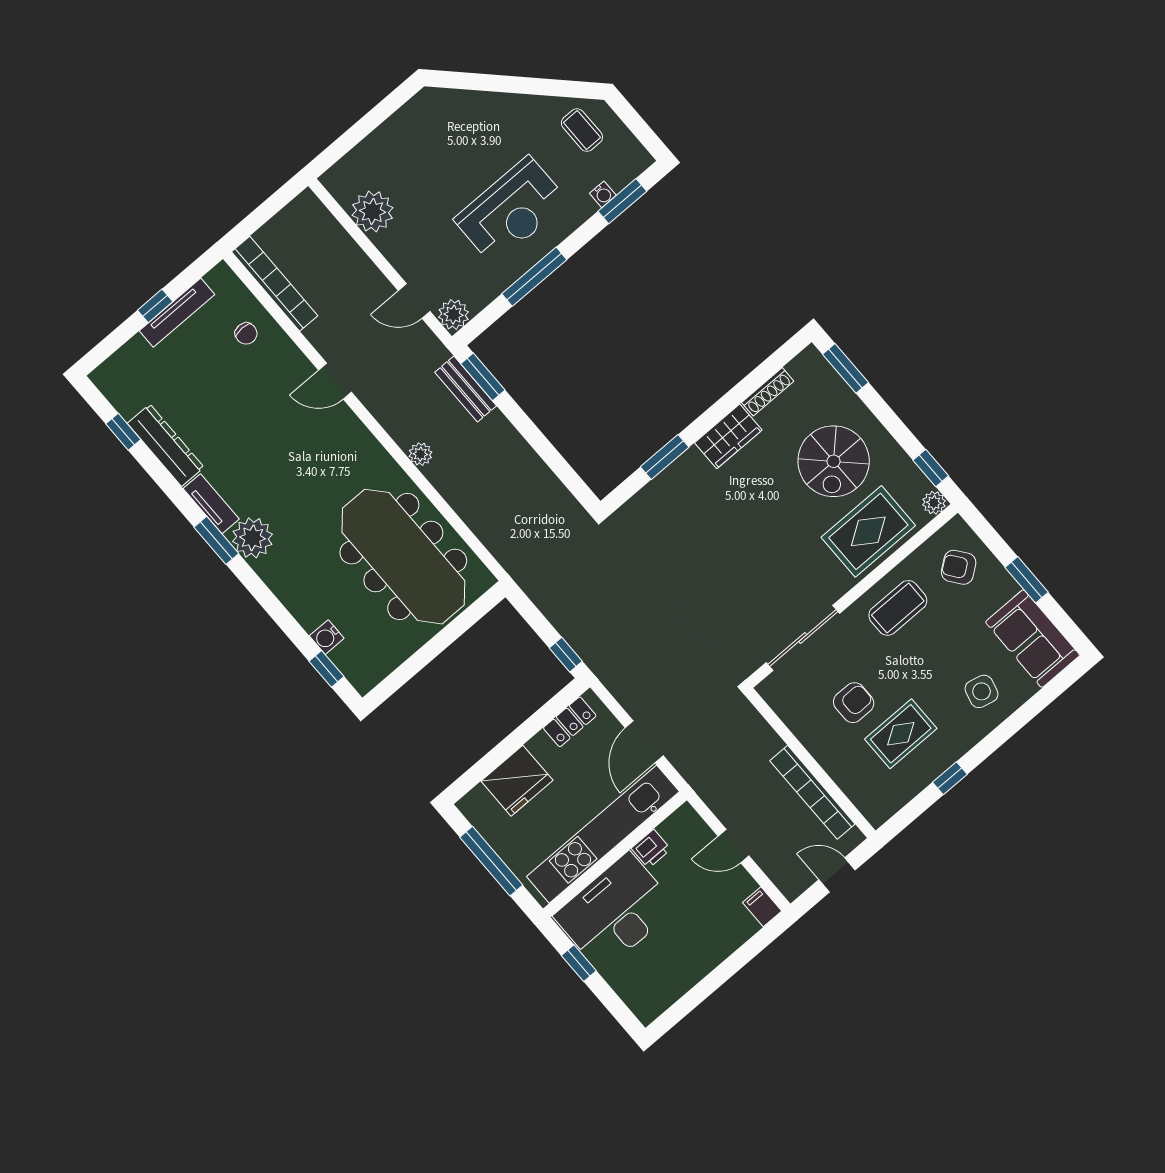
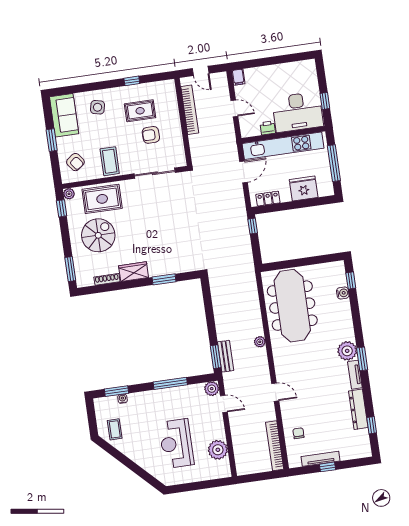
reception desk: (511, 210) -> (176, 443), moved, turned -90
coffee table: (898, 608) -> (110, 161), turned 90

